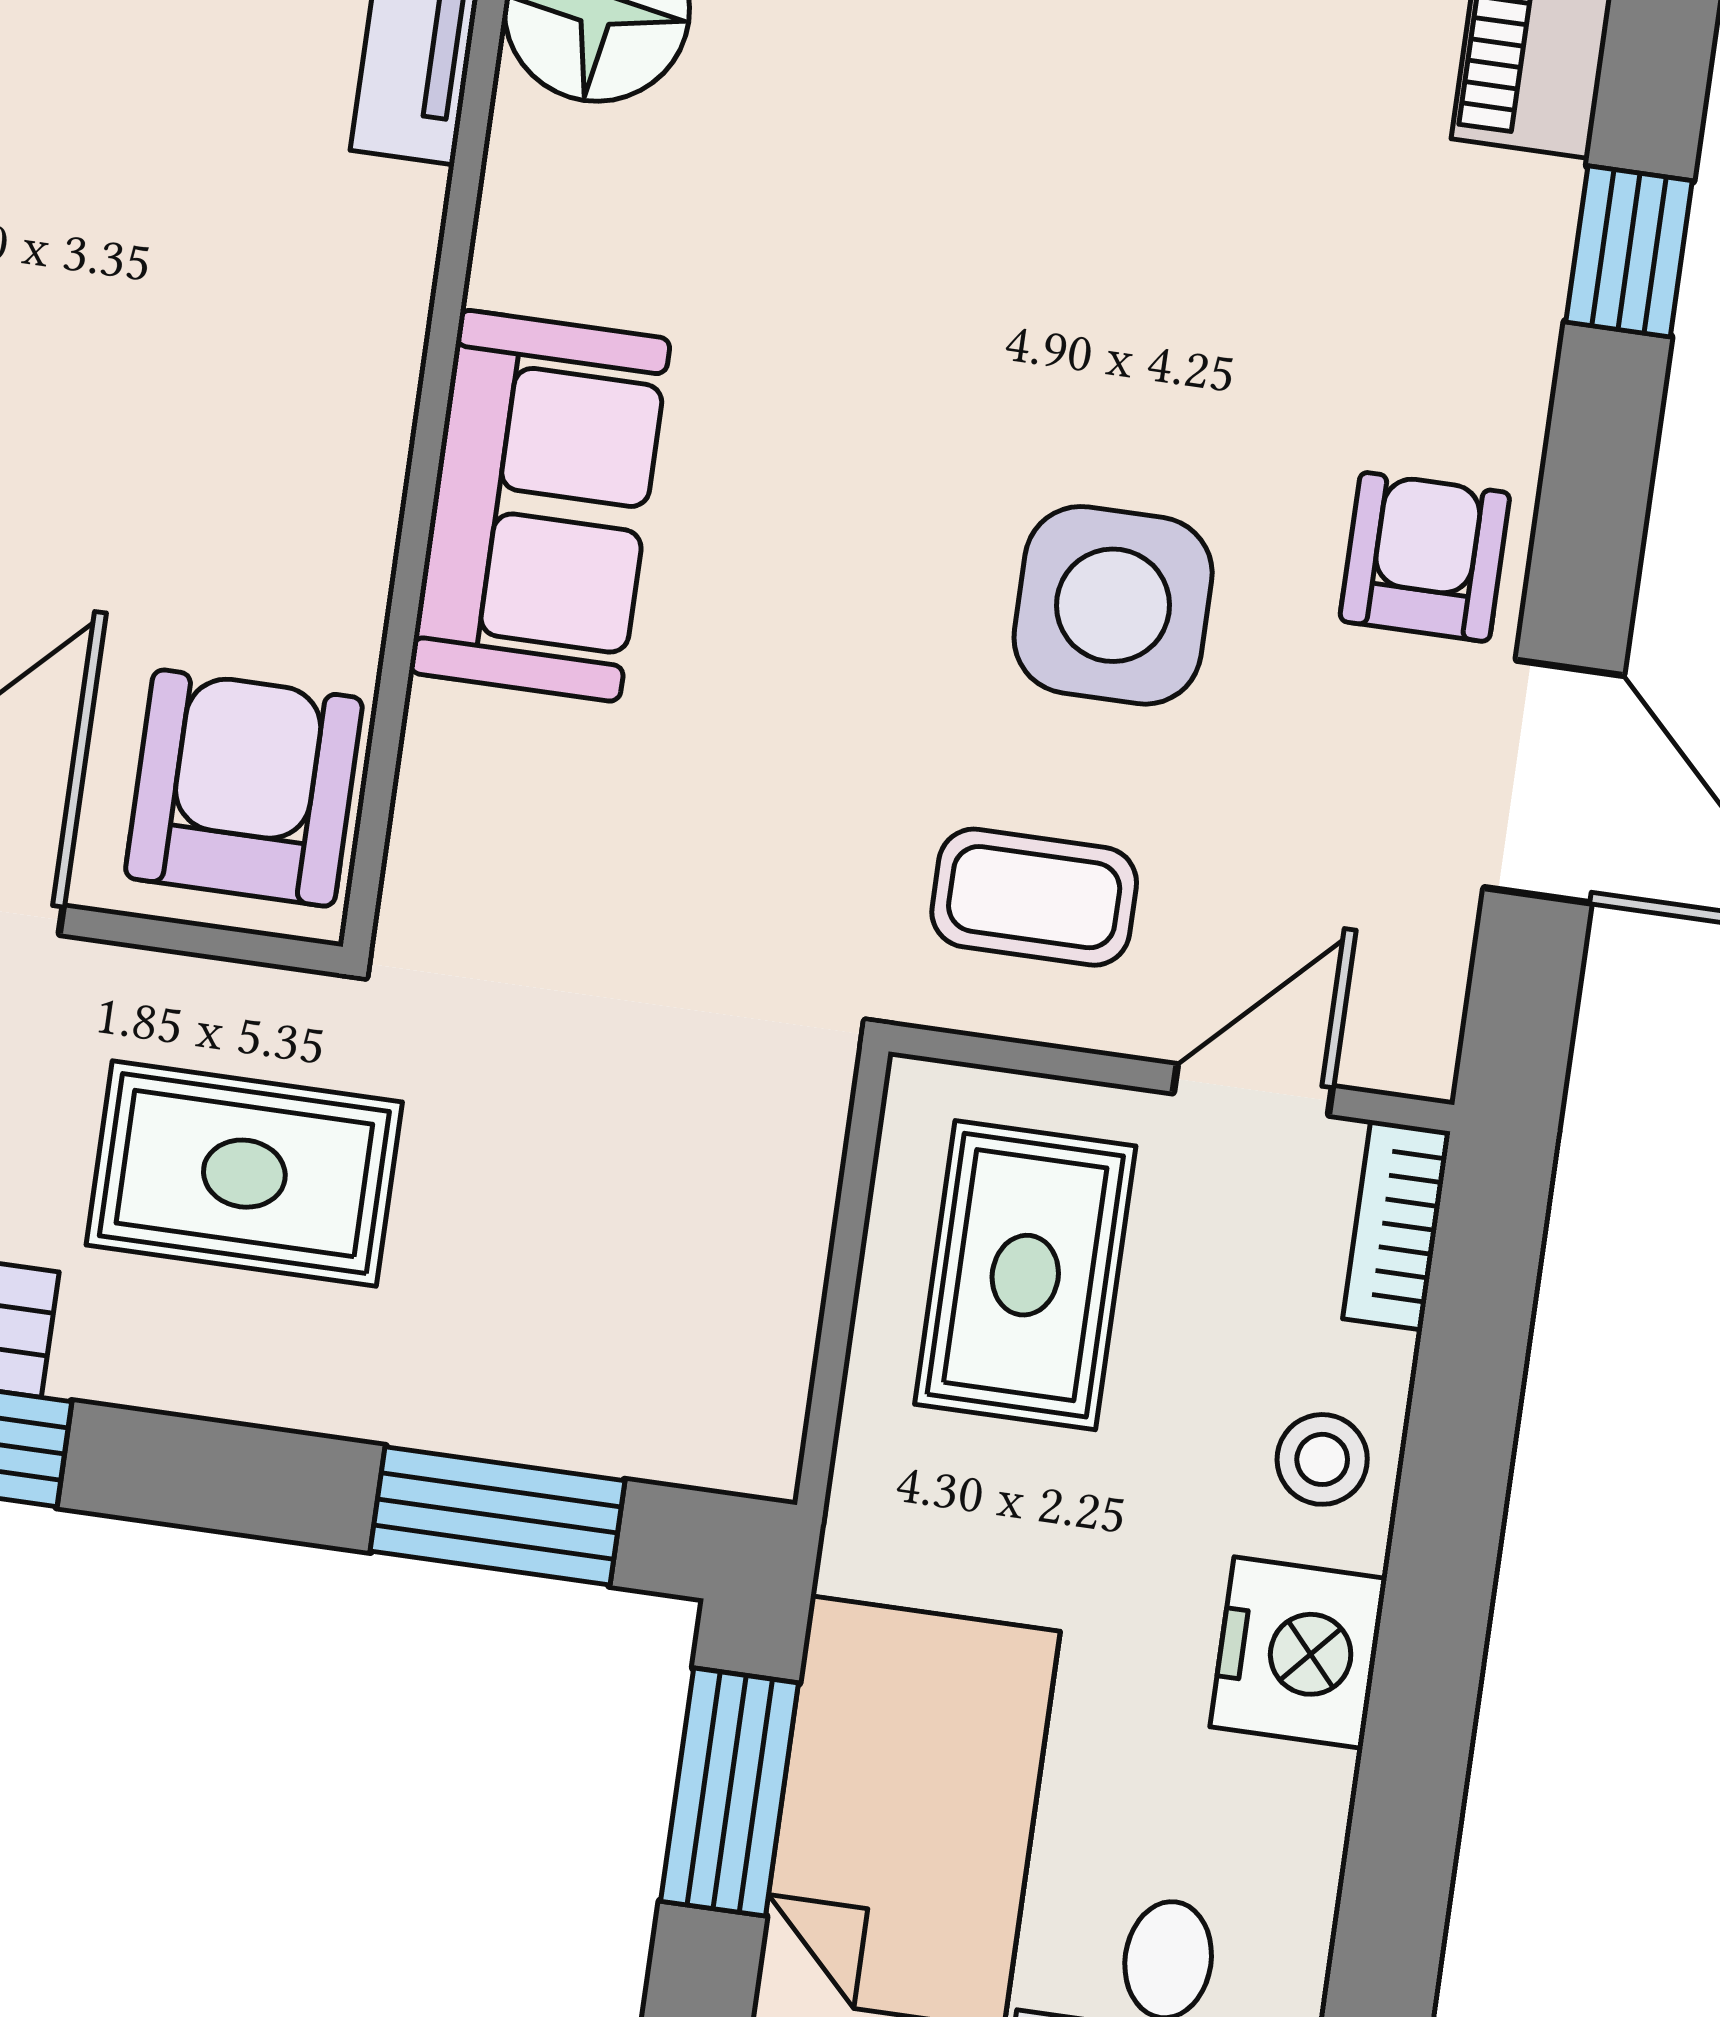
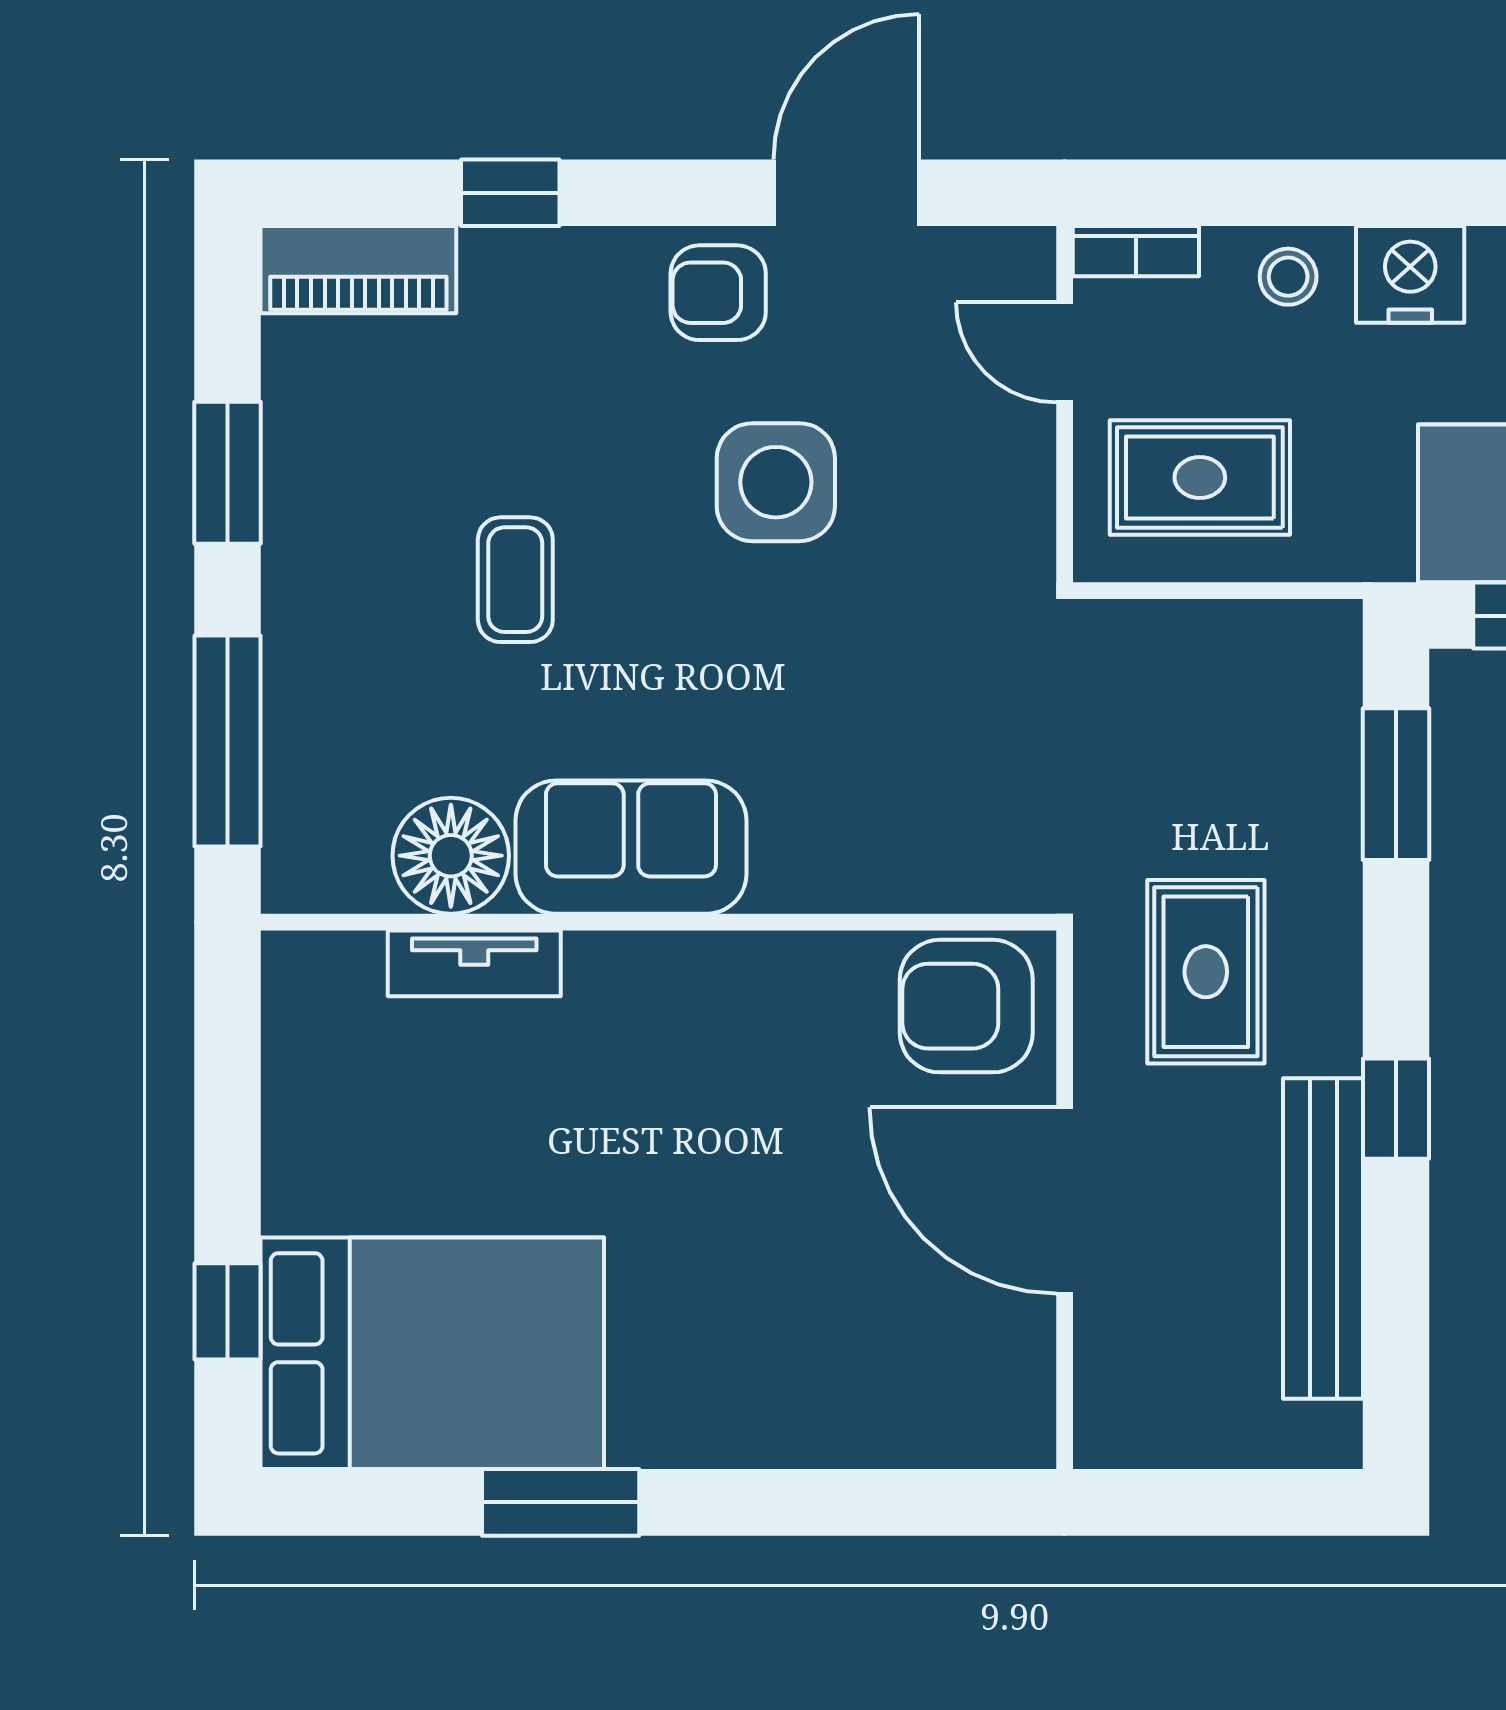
sofa: (540, 506) -> (631, 847), moved
coffee table: (1034, 897) -> (515, 580), moved

